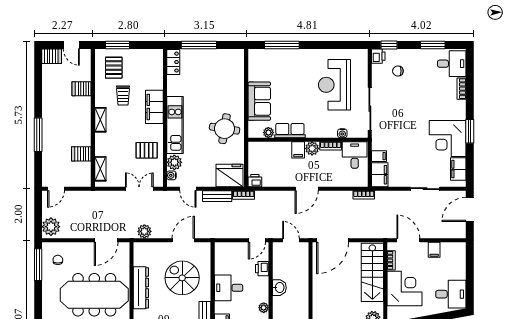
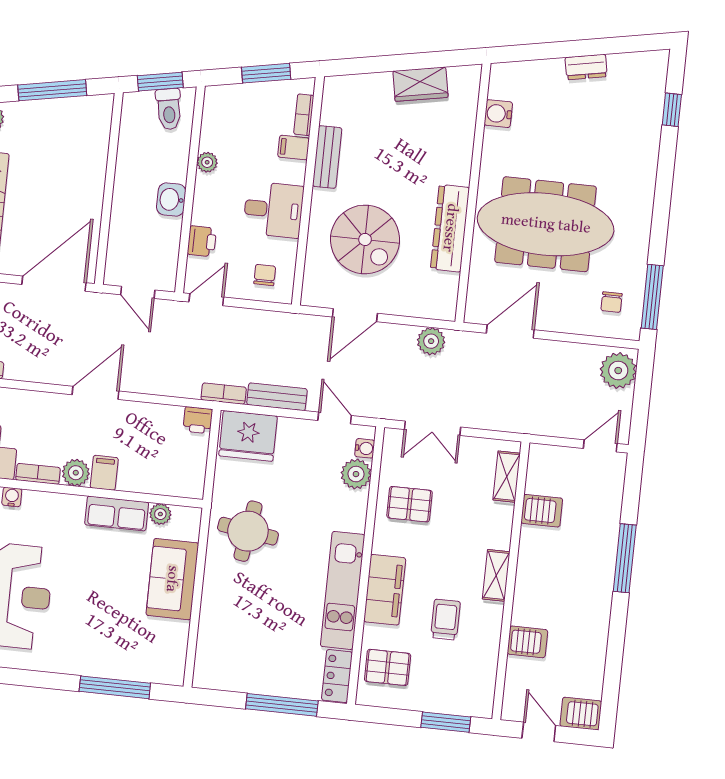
pallet: (114, 68) -> (388, 667), moved, turned 90
kitchen unit: (175, 125) -> (343, 590), moved
chair: (230, 255) -> (265, 275), added

